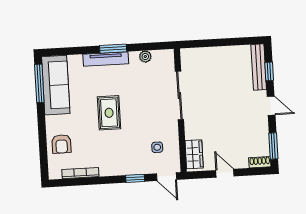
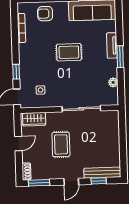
tv unit: (106, 59) -> (112, 45), width x0.71
rug: (225, 120) -> (61, 144), added

